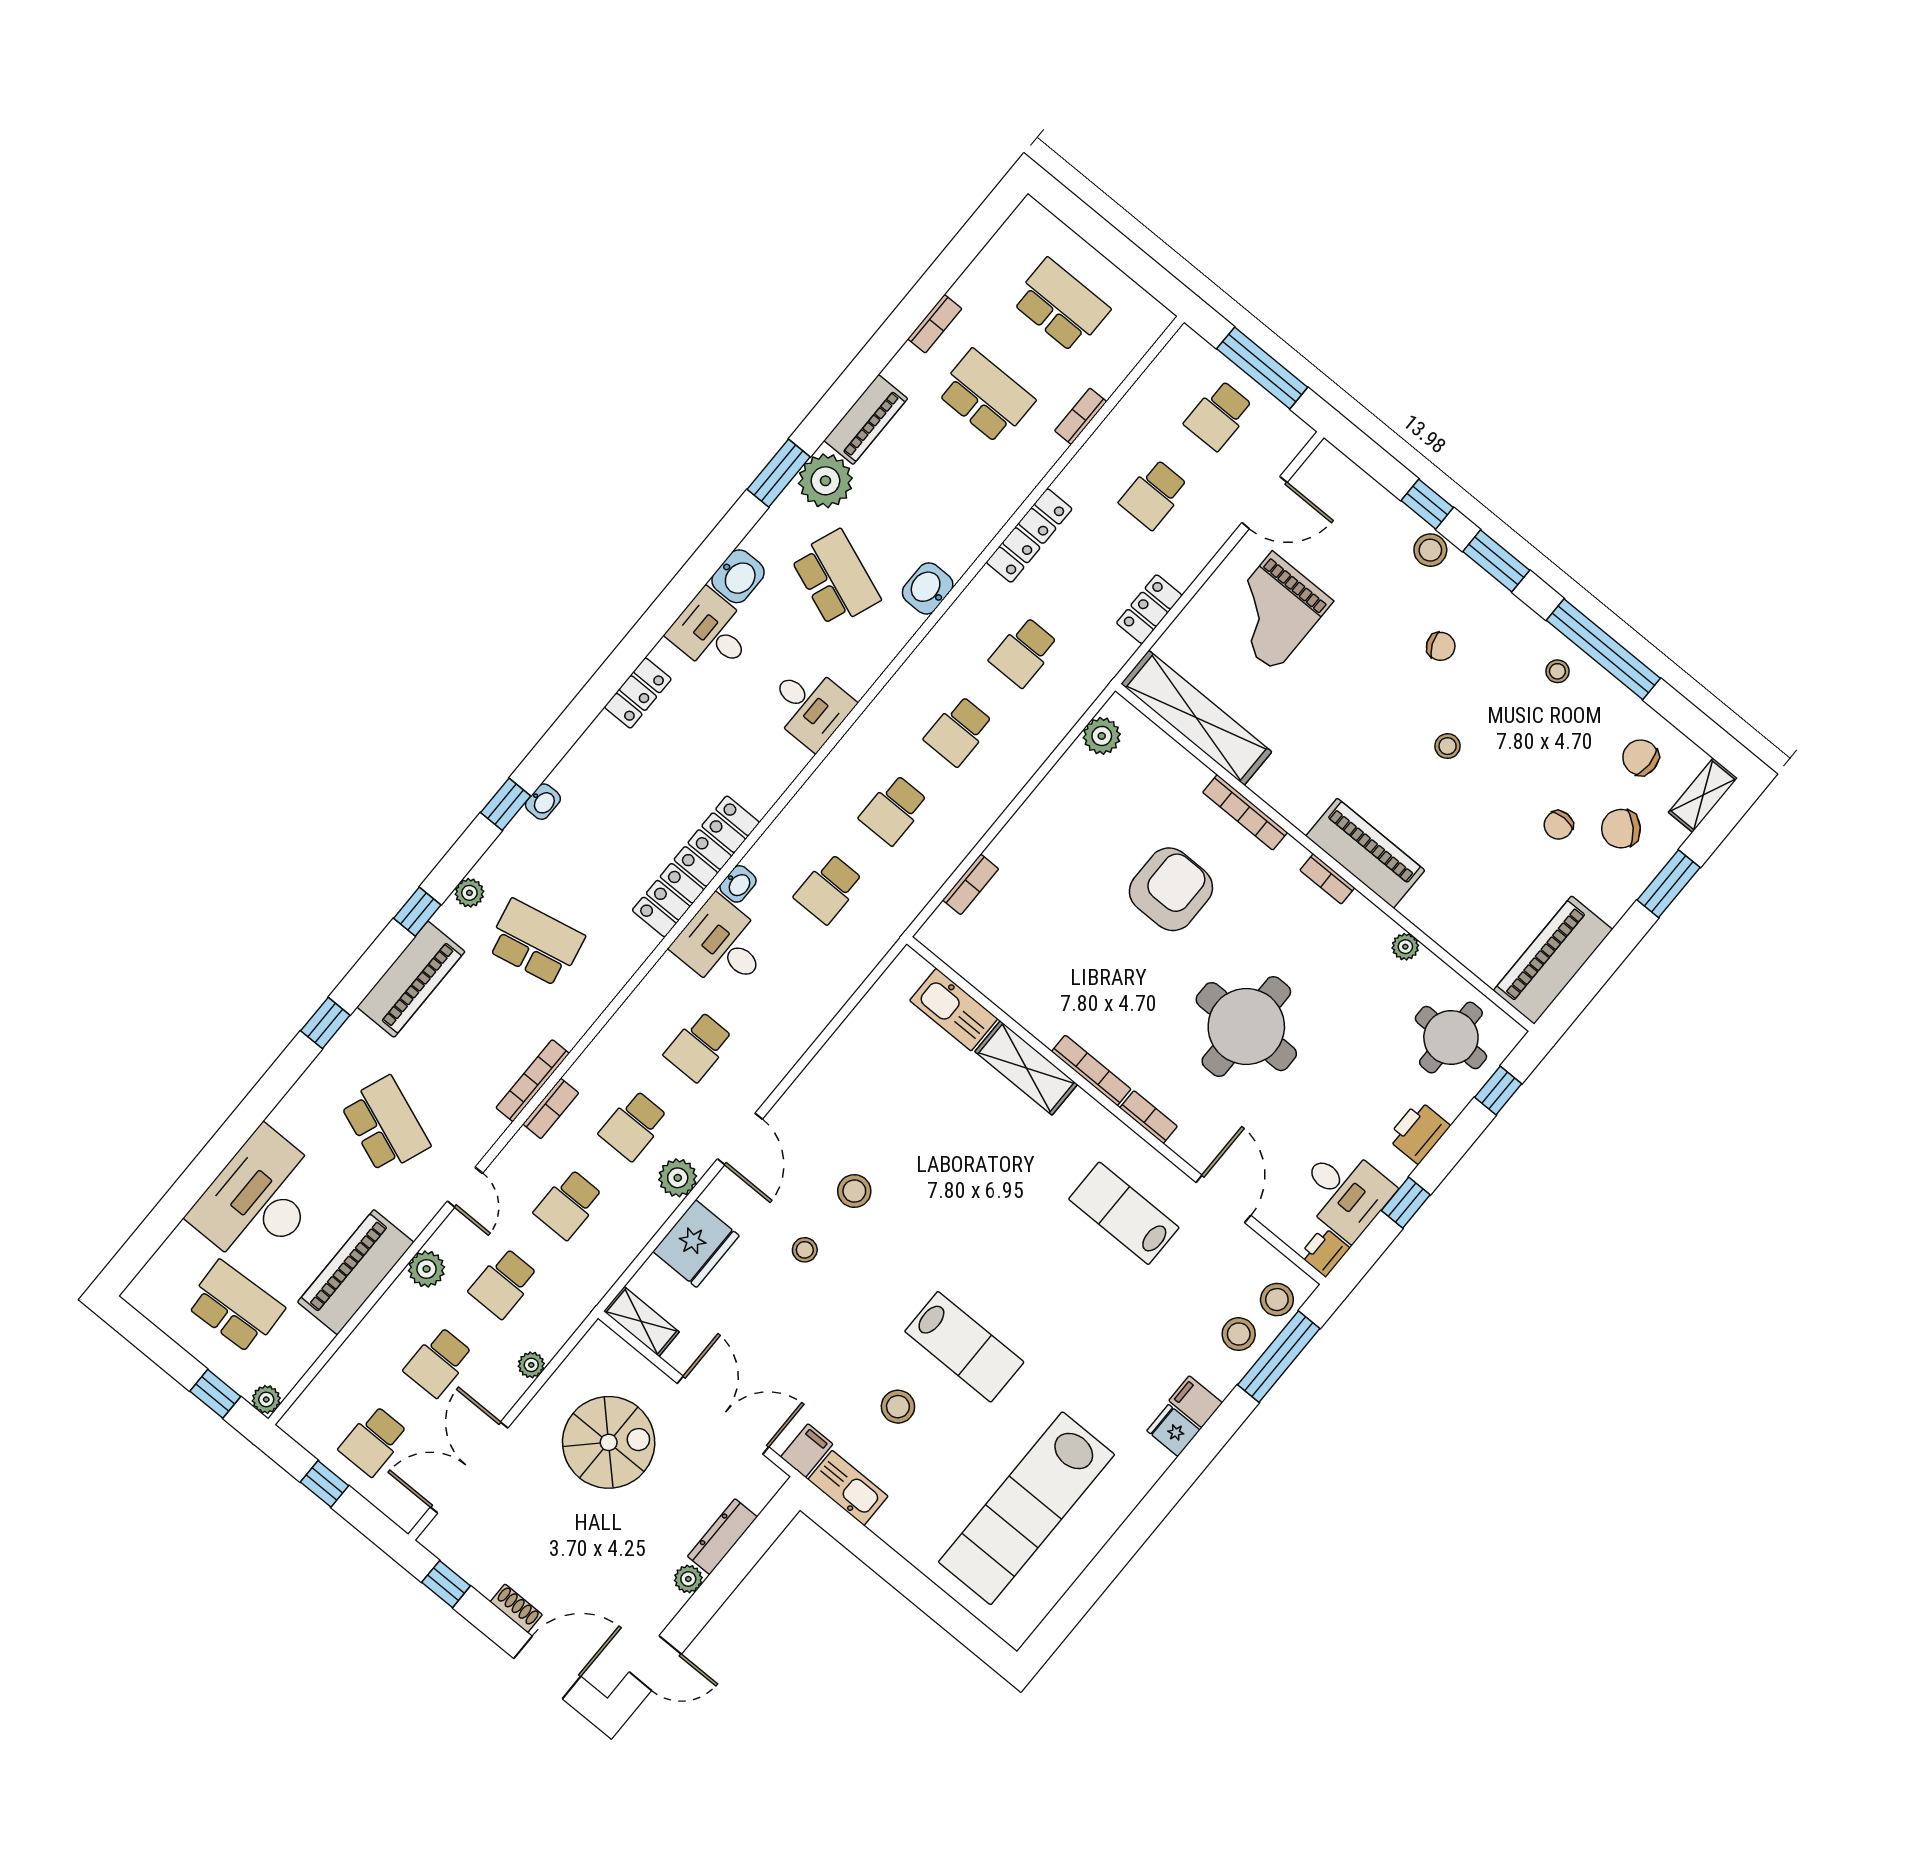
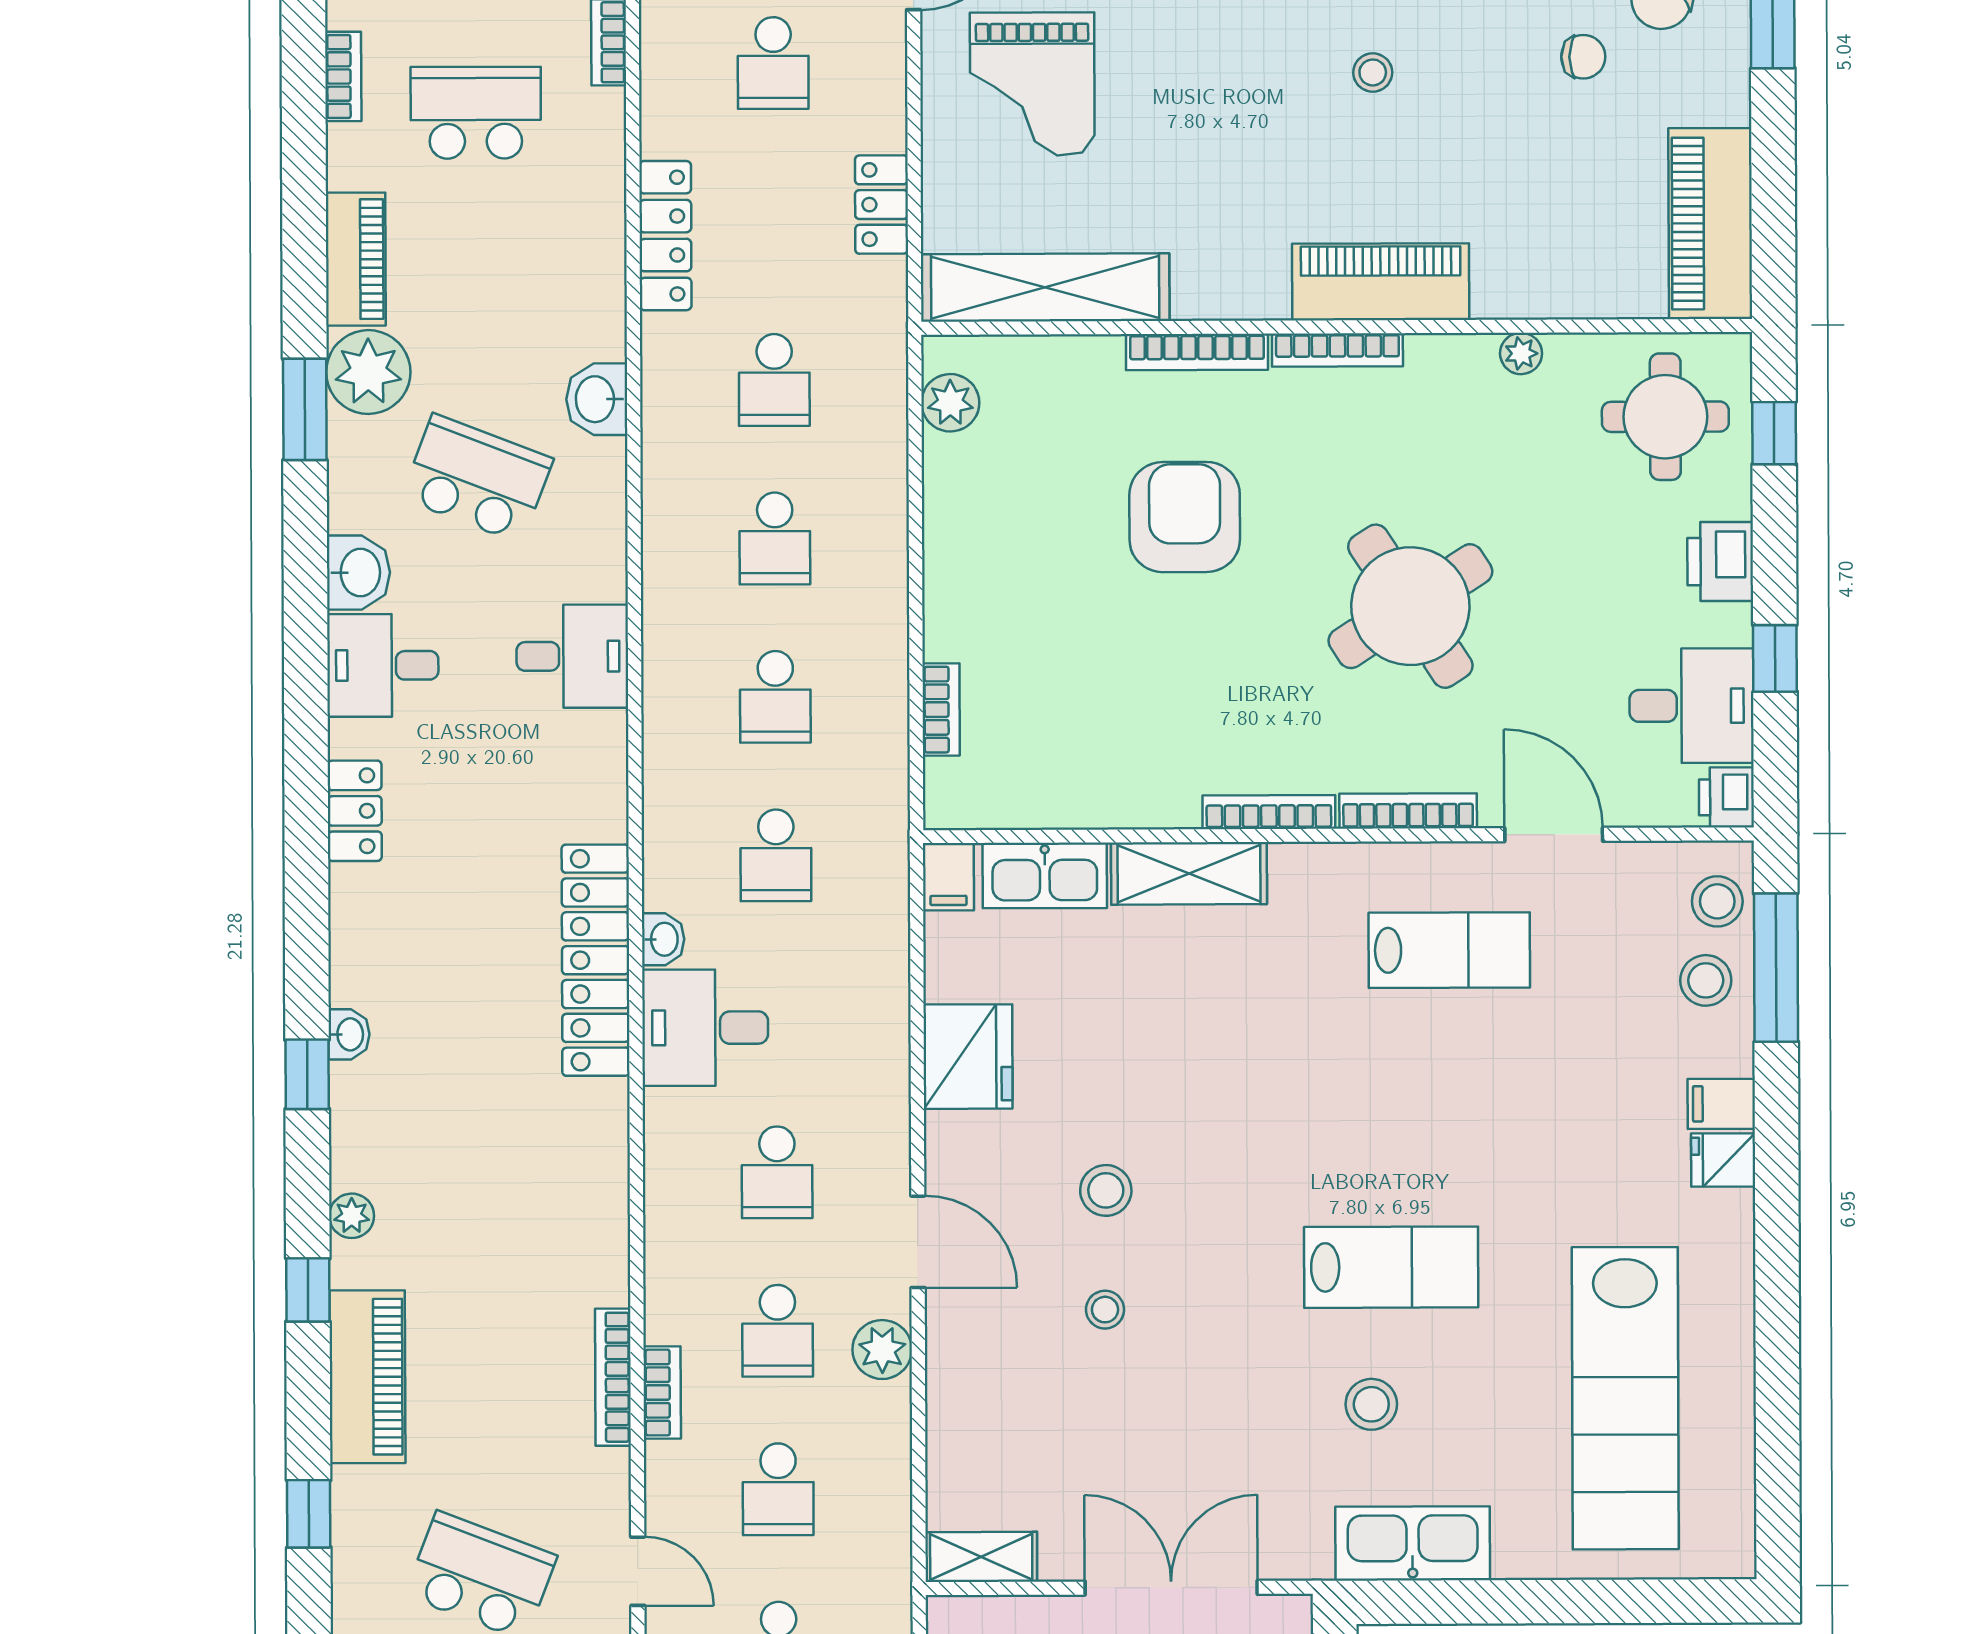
chair: (1559, 825) -> (1583, 57), turned -90
bookcase: (1327, 879) -> (1337, 350), width x1.56
school desk: (535, 943) -> (480, 1210), removed
round table: (1246, 1027) -> (1410, 606), turned -33
bookcase: (1148, 1117) -> (1408, 811), width x1.56
lab bench: (1124, 1213) -> (1449, 950), turned 180
fridge: (696, 1244) -> (968, 1057), moved
filing cabinet: (807, 1451) -> (948, 877), moved, turned 180
kitchen sink: (848, 1488) -> (1413, 1543), width x1.36, depth x1.24

